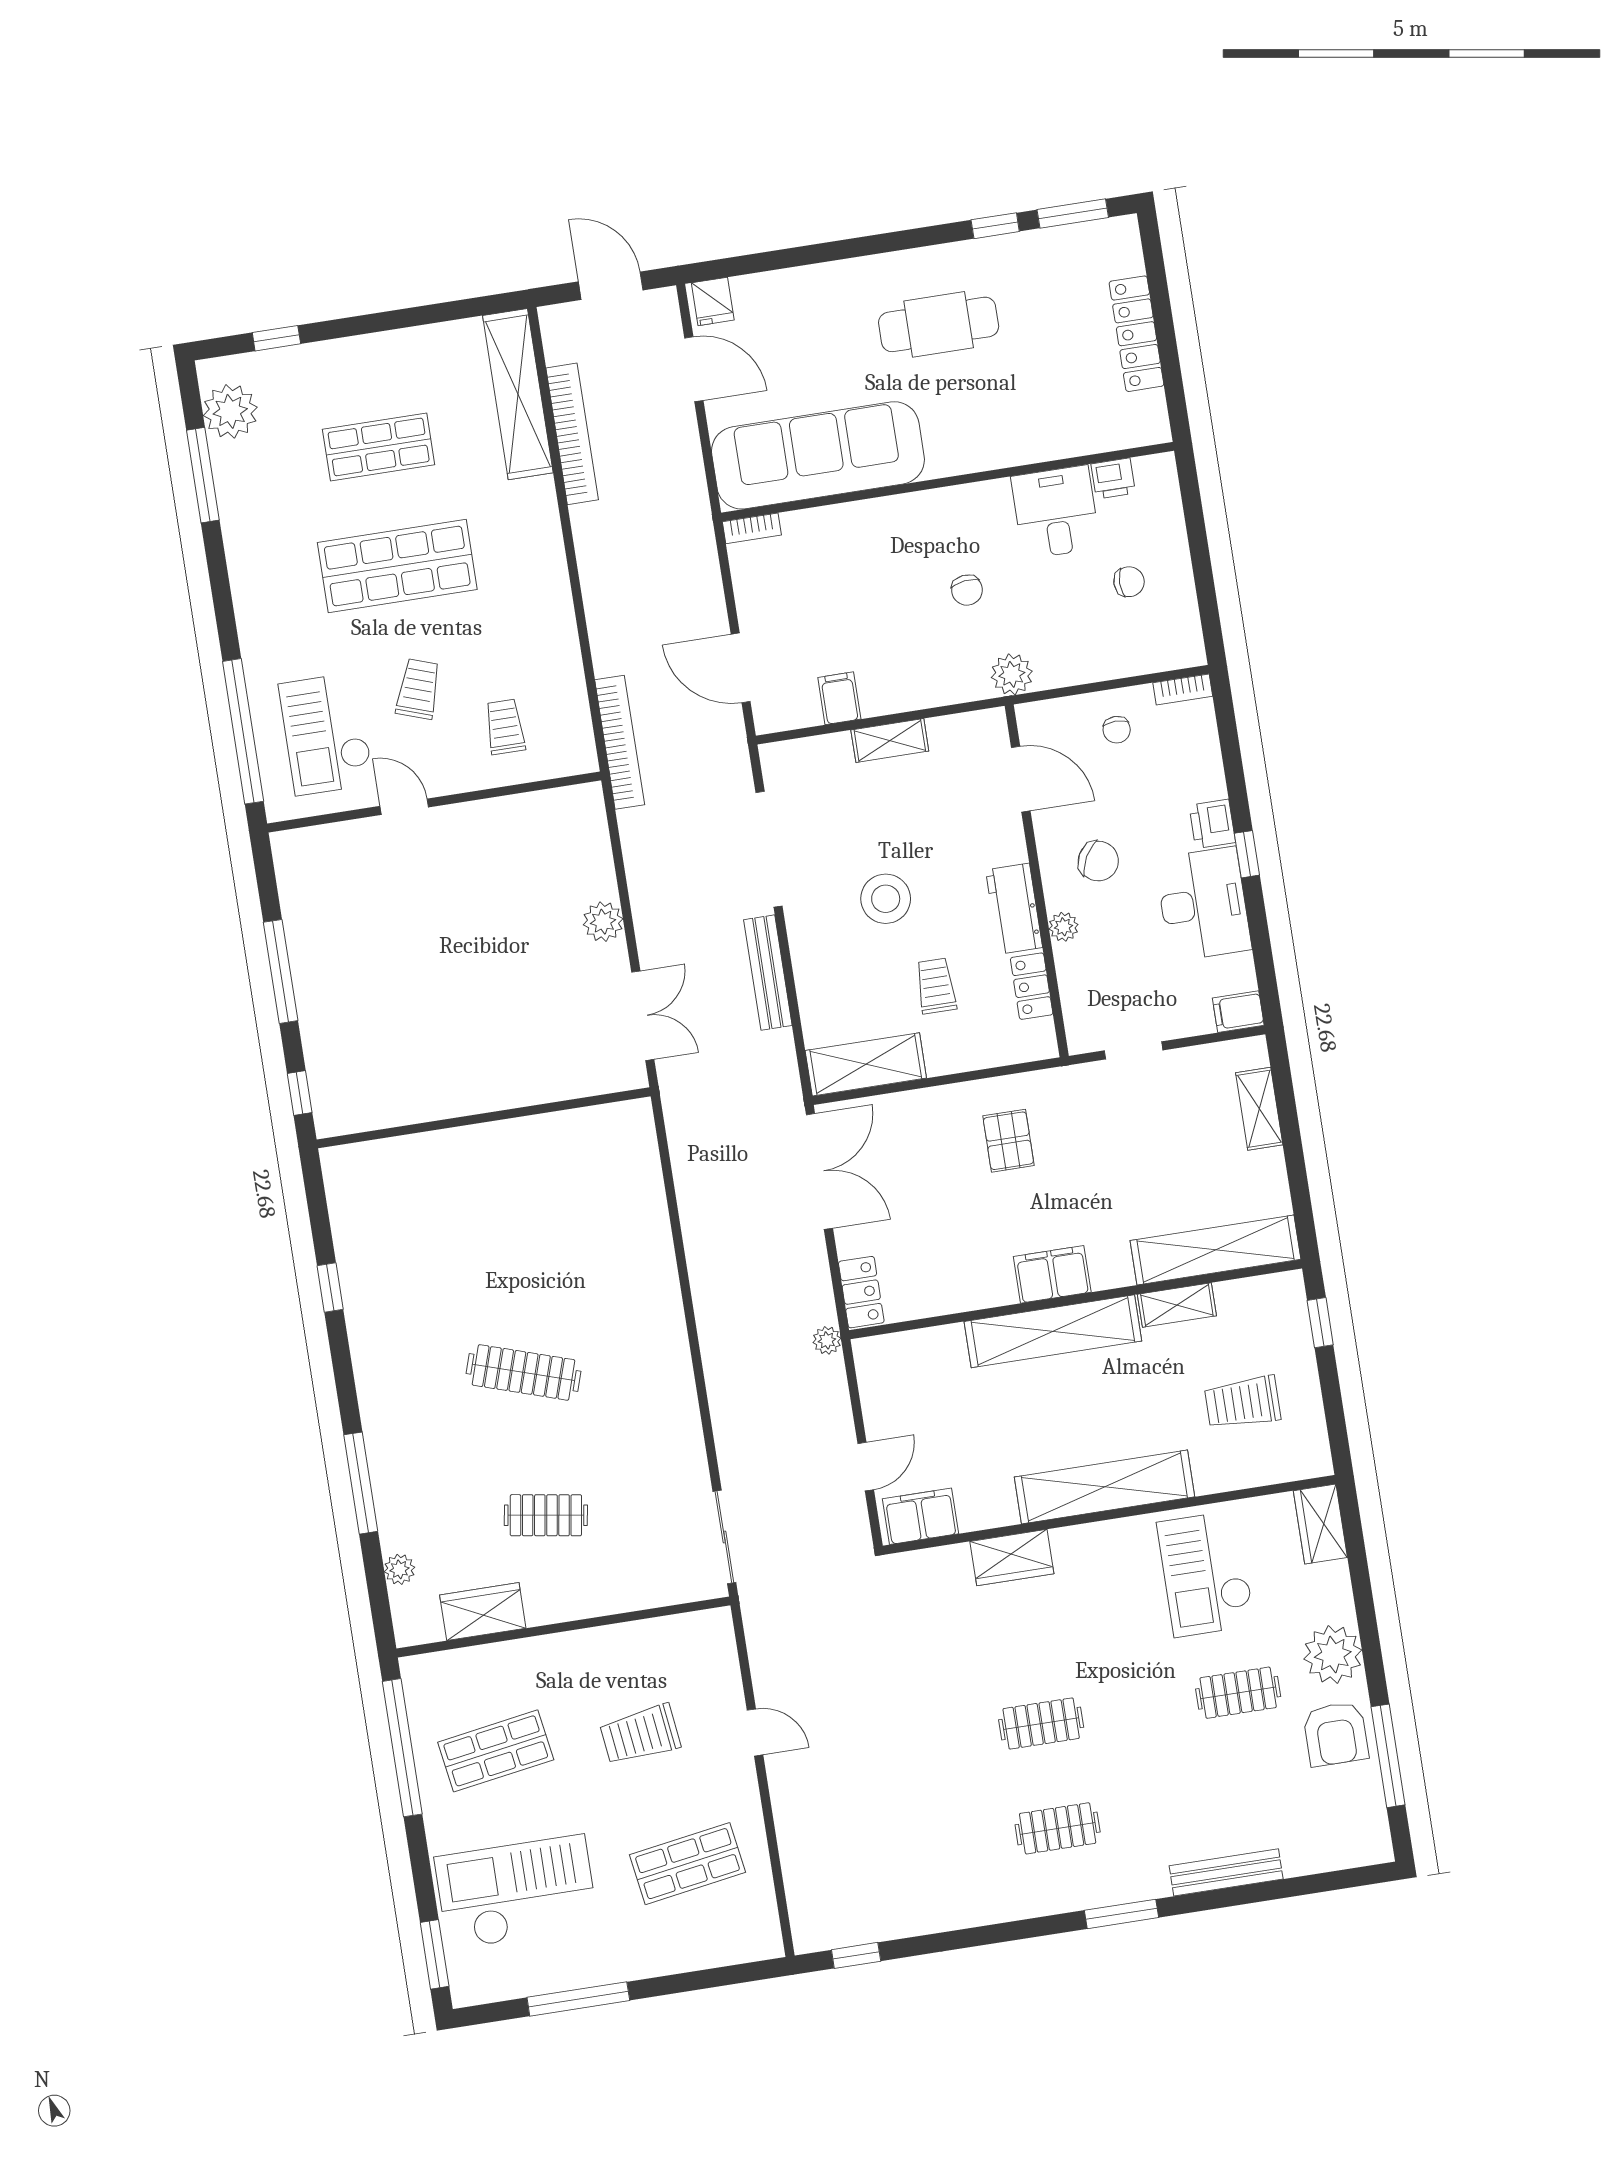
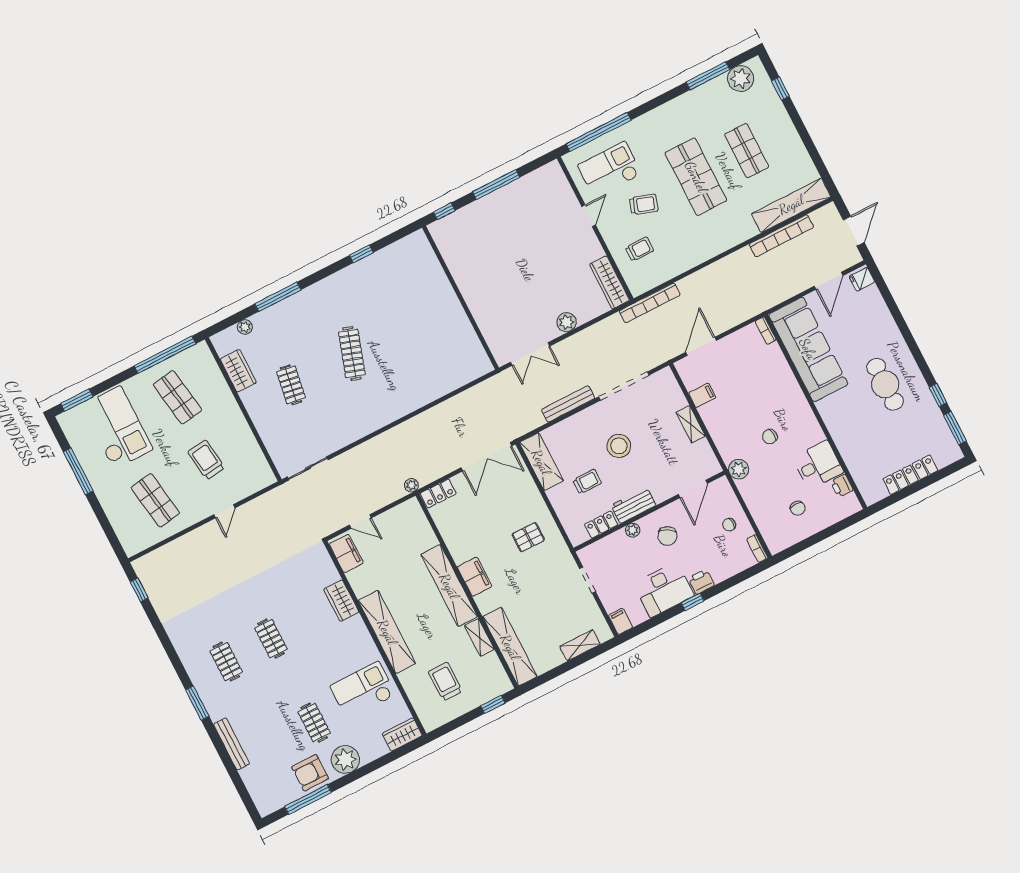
wardrobe: (552, 809) -> (610, 282), added

